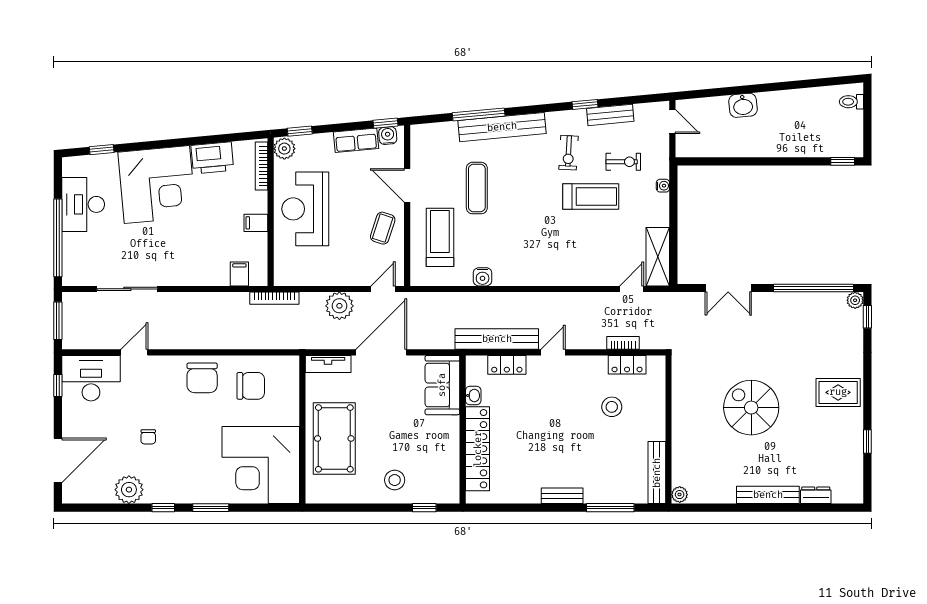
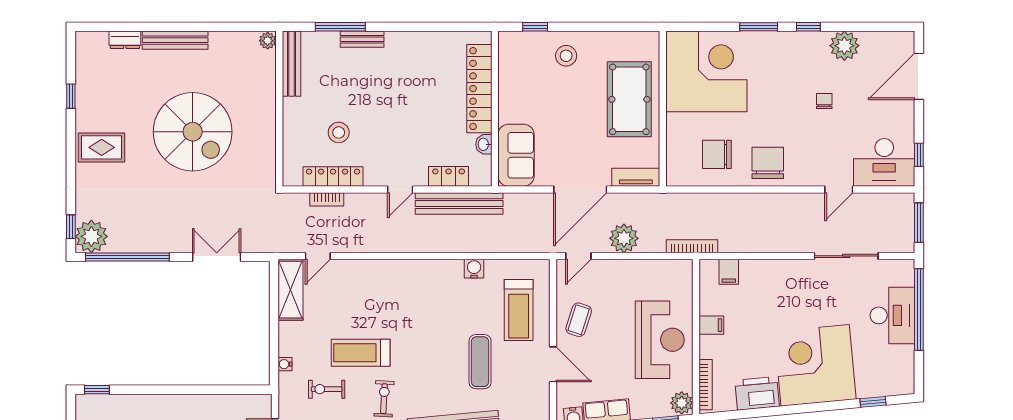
desk: (83, 204) -> (892, 315), moved
plant: (855, 300) -> (91, 236), width x1.88, depth x1.88
locker: (627, 365) -> (333, 177), width x1.53
spiral stairs: (751, 408) -> (193, 132), width x1.37, depth x1.37
bench: (562, 496) -> (362, 39), moved

